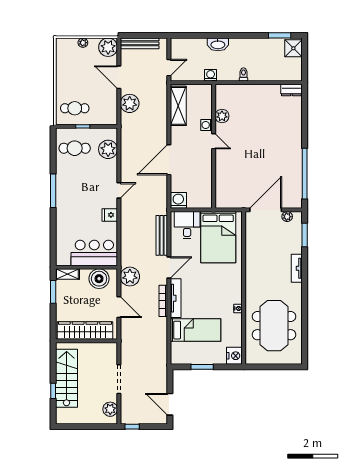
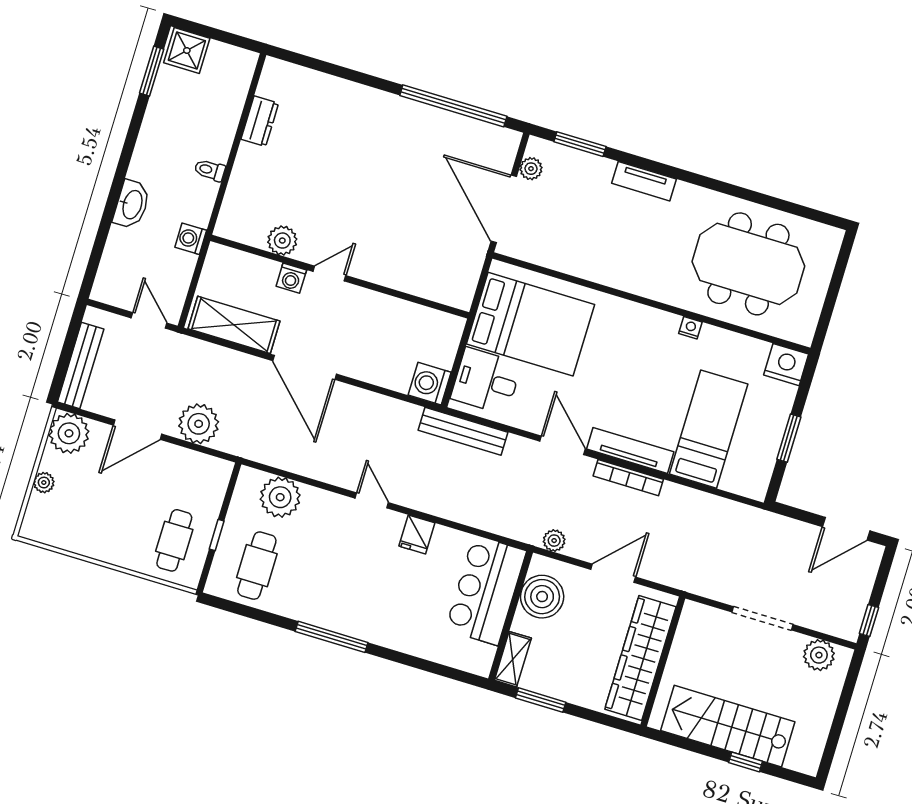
dresser: (291, 90) -> (260, 121), moved
door: (169, 160) -> (305, 367), moved
bench: (162, 235) -> (463, 431), moved
plant: (130, 277) -> (554, 541), width x0.53, depth x0.53

